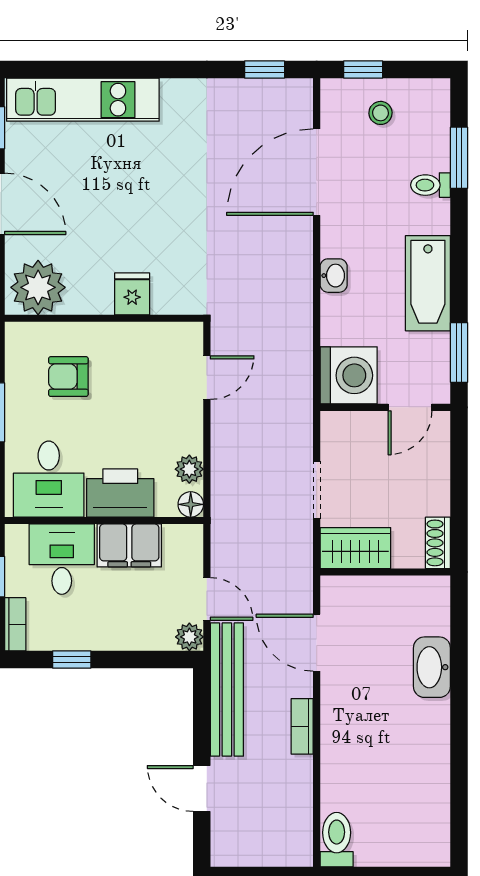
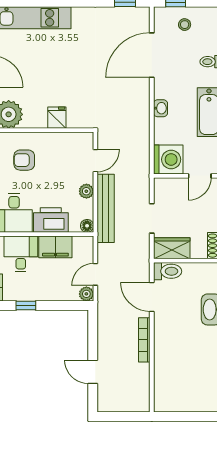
plant: (189, 469) -> (86, 191), moved
door: (207, 599) -> (95, 274), swing flipped
bench: (227, 690) -> (106, 208), moved
bookcase: (302, 726) -> (144, 340), width x1.56
toilet: (337, 840) -> (168, 271), moved, turned 90

